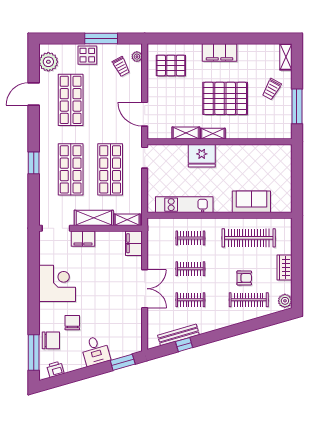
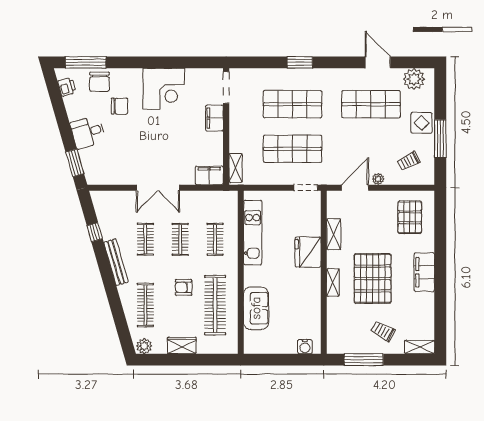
plant: (137, 57) -> (378, 179), moved
shelving: (213, 134) -> (333, 283), moved
water cooler: (285, 158) -> (305, 347), added
shelving: (94, 218) -> (238, 130), removed
armchair: (244, 278) -> (184, 287), moved, turned 90
bench: (178, 335) -> (116, 262), moved

